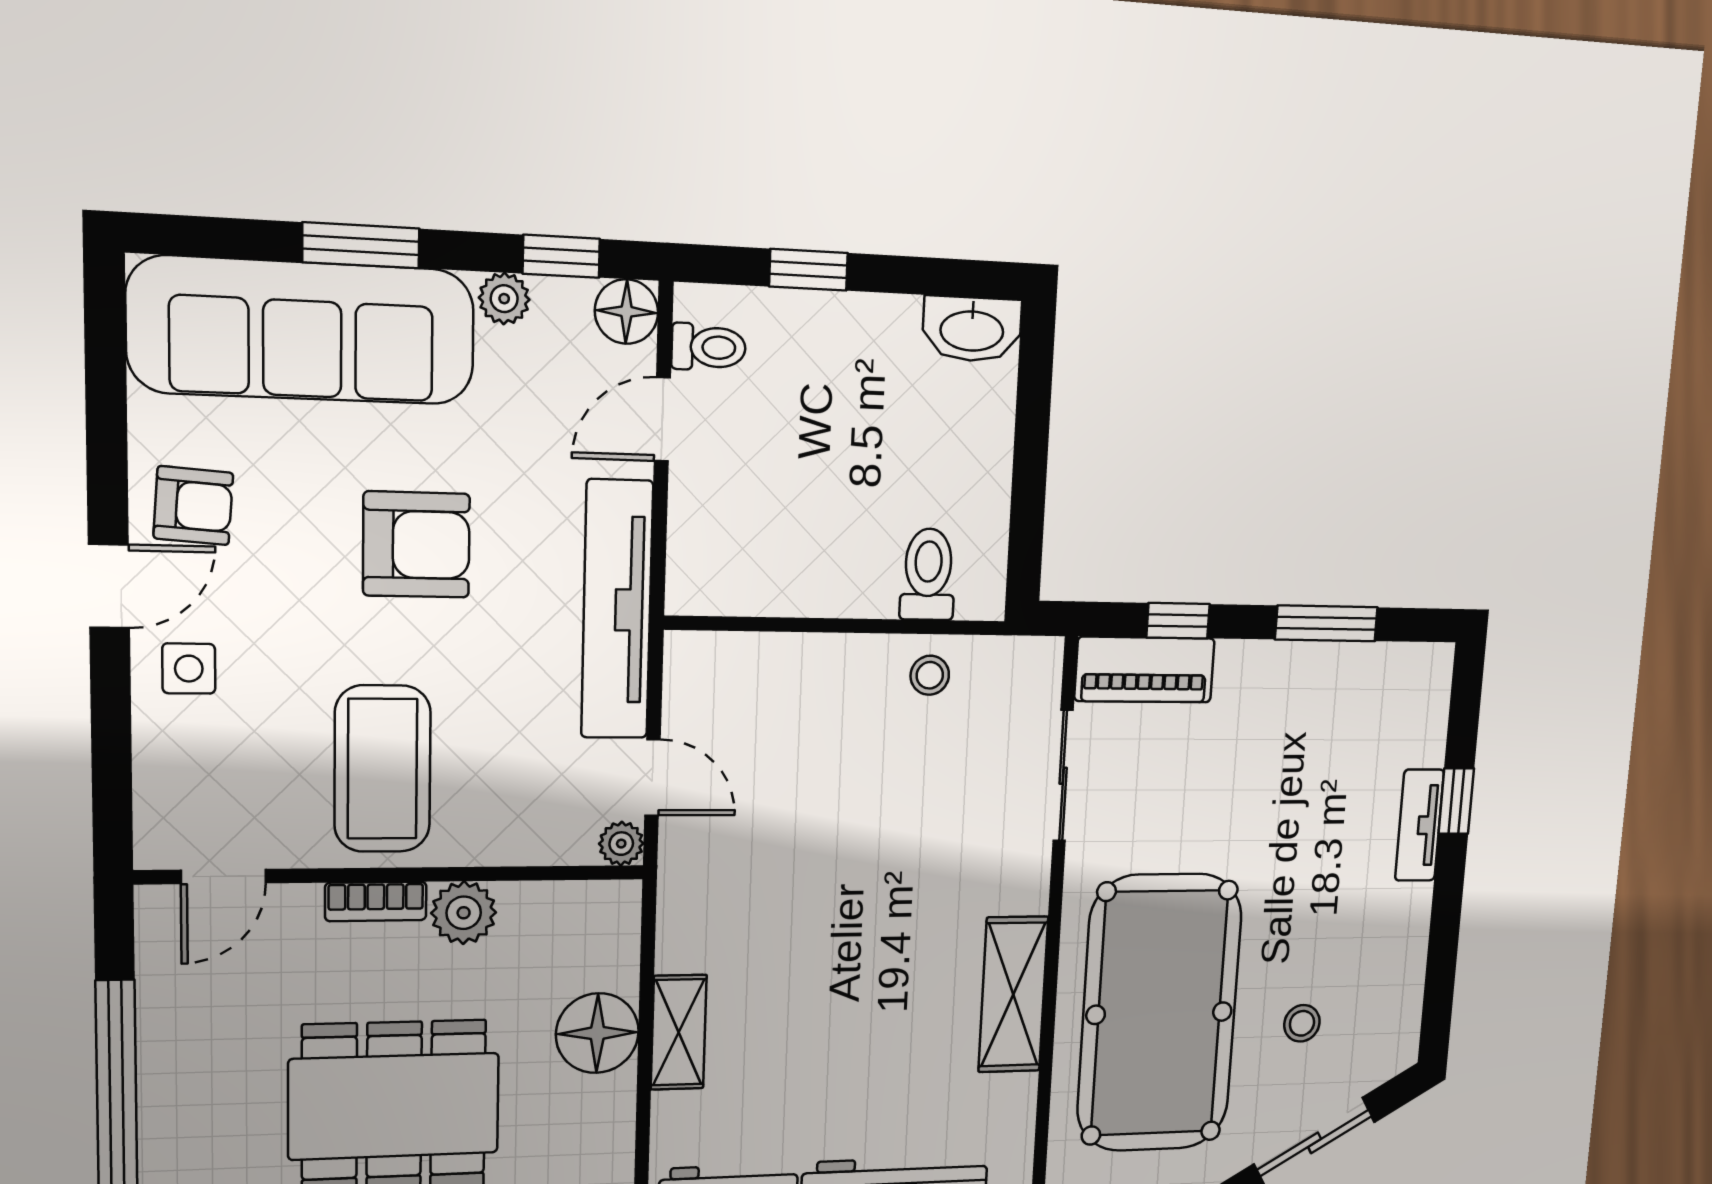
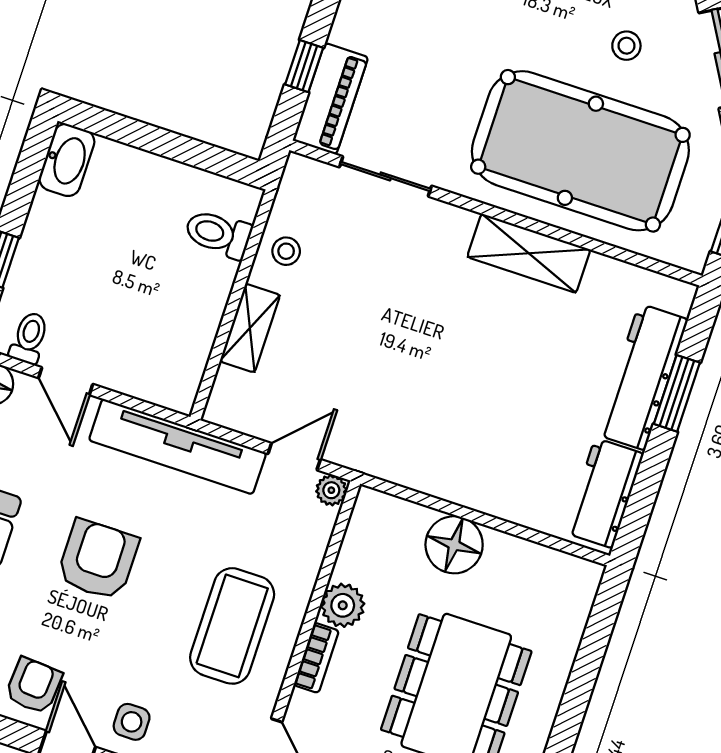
coffee table: (383, 769) -> (232, 626), turned 90
shelving: (679, 1032) -> (250, 328), moved, turned 90

